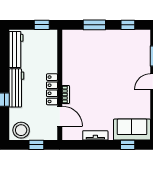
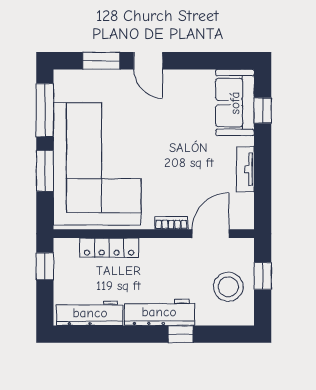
window: (128, 25) -> (45, 110), width x2.17
corner sofa: (98, 54) -> (97, 164), added
locker: (52, 89) -> (109, 248), moved
stool: (21, 130) -> (228, 287), moved

